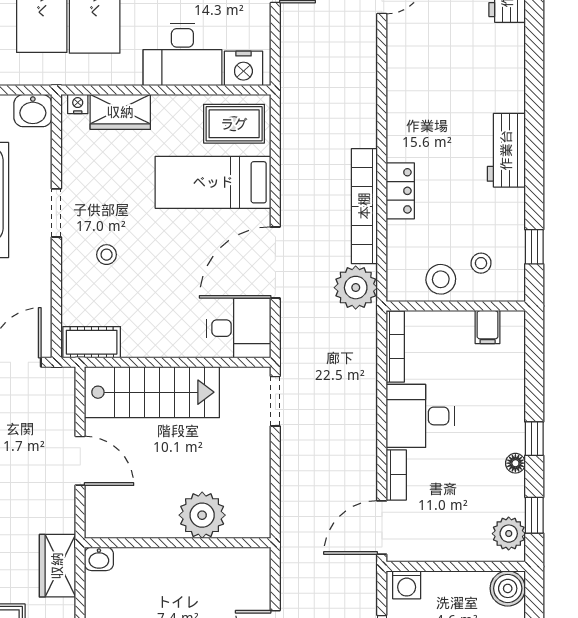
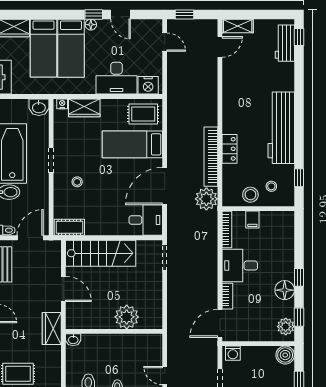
workbench: (506, 150) -> (281, 128), width x1.88, depth x1.32
filing cabinet: (488, 327) -> (252, 219), moved
floor lamp: (515, 463) -> (285, 290), width x1.89, depth x1.89
wardrobe: (57, 566) -> (52, 328), moved

